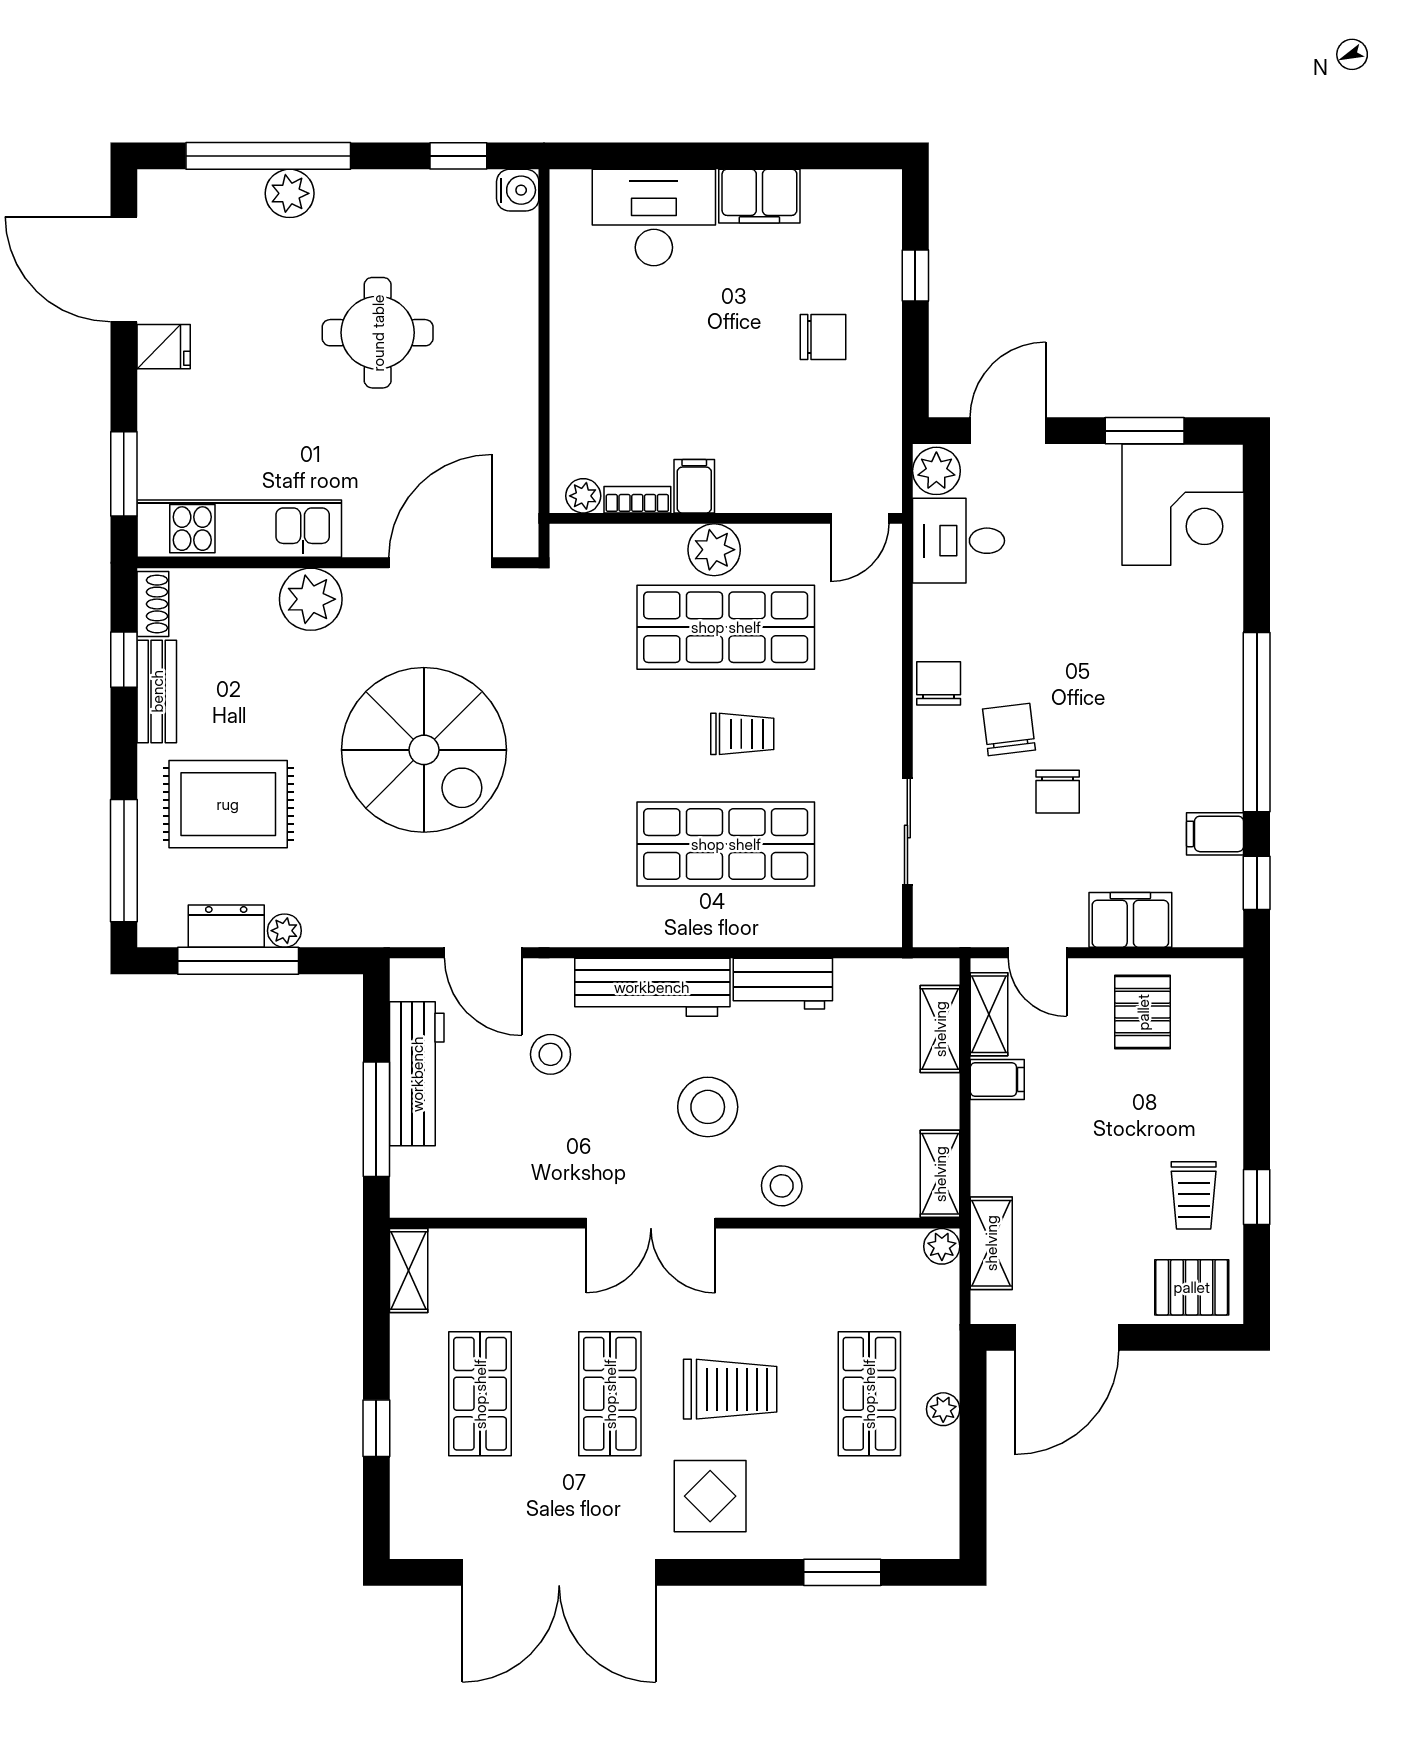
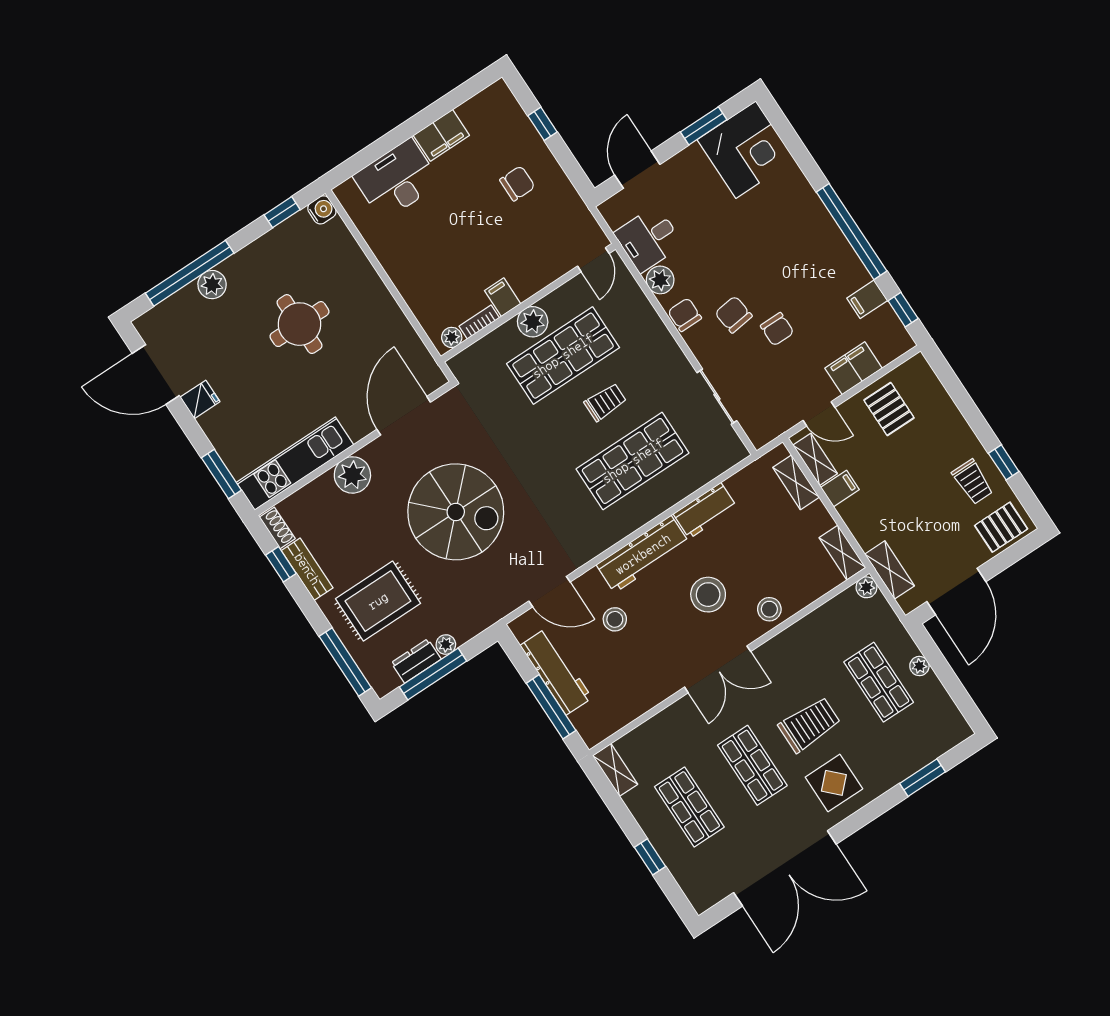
plant: (936, 471) -> (660, 280), moved

